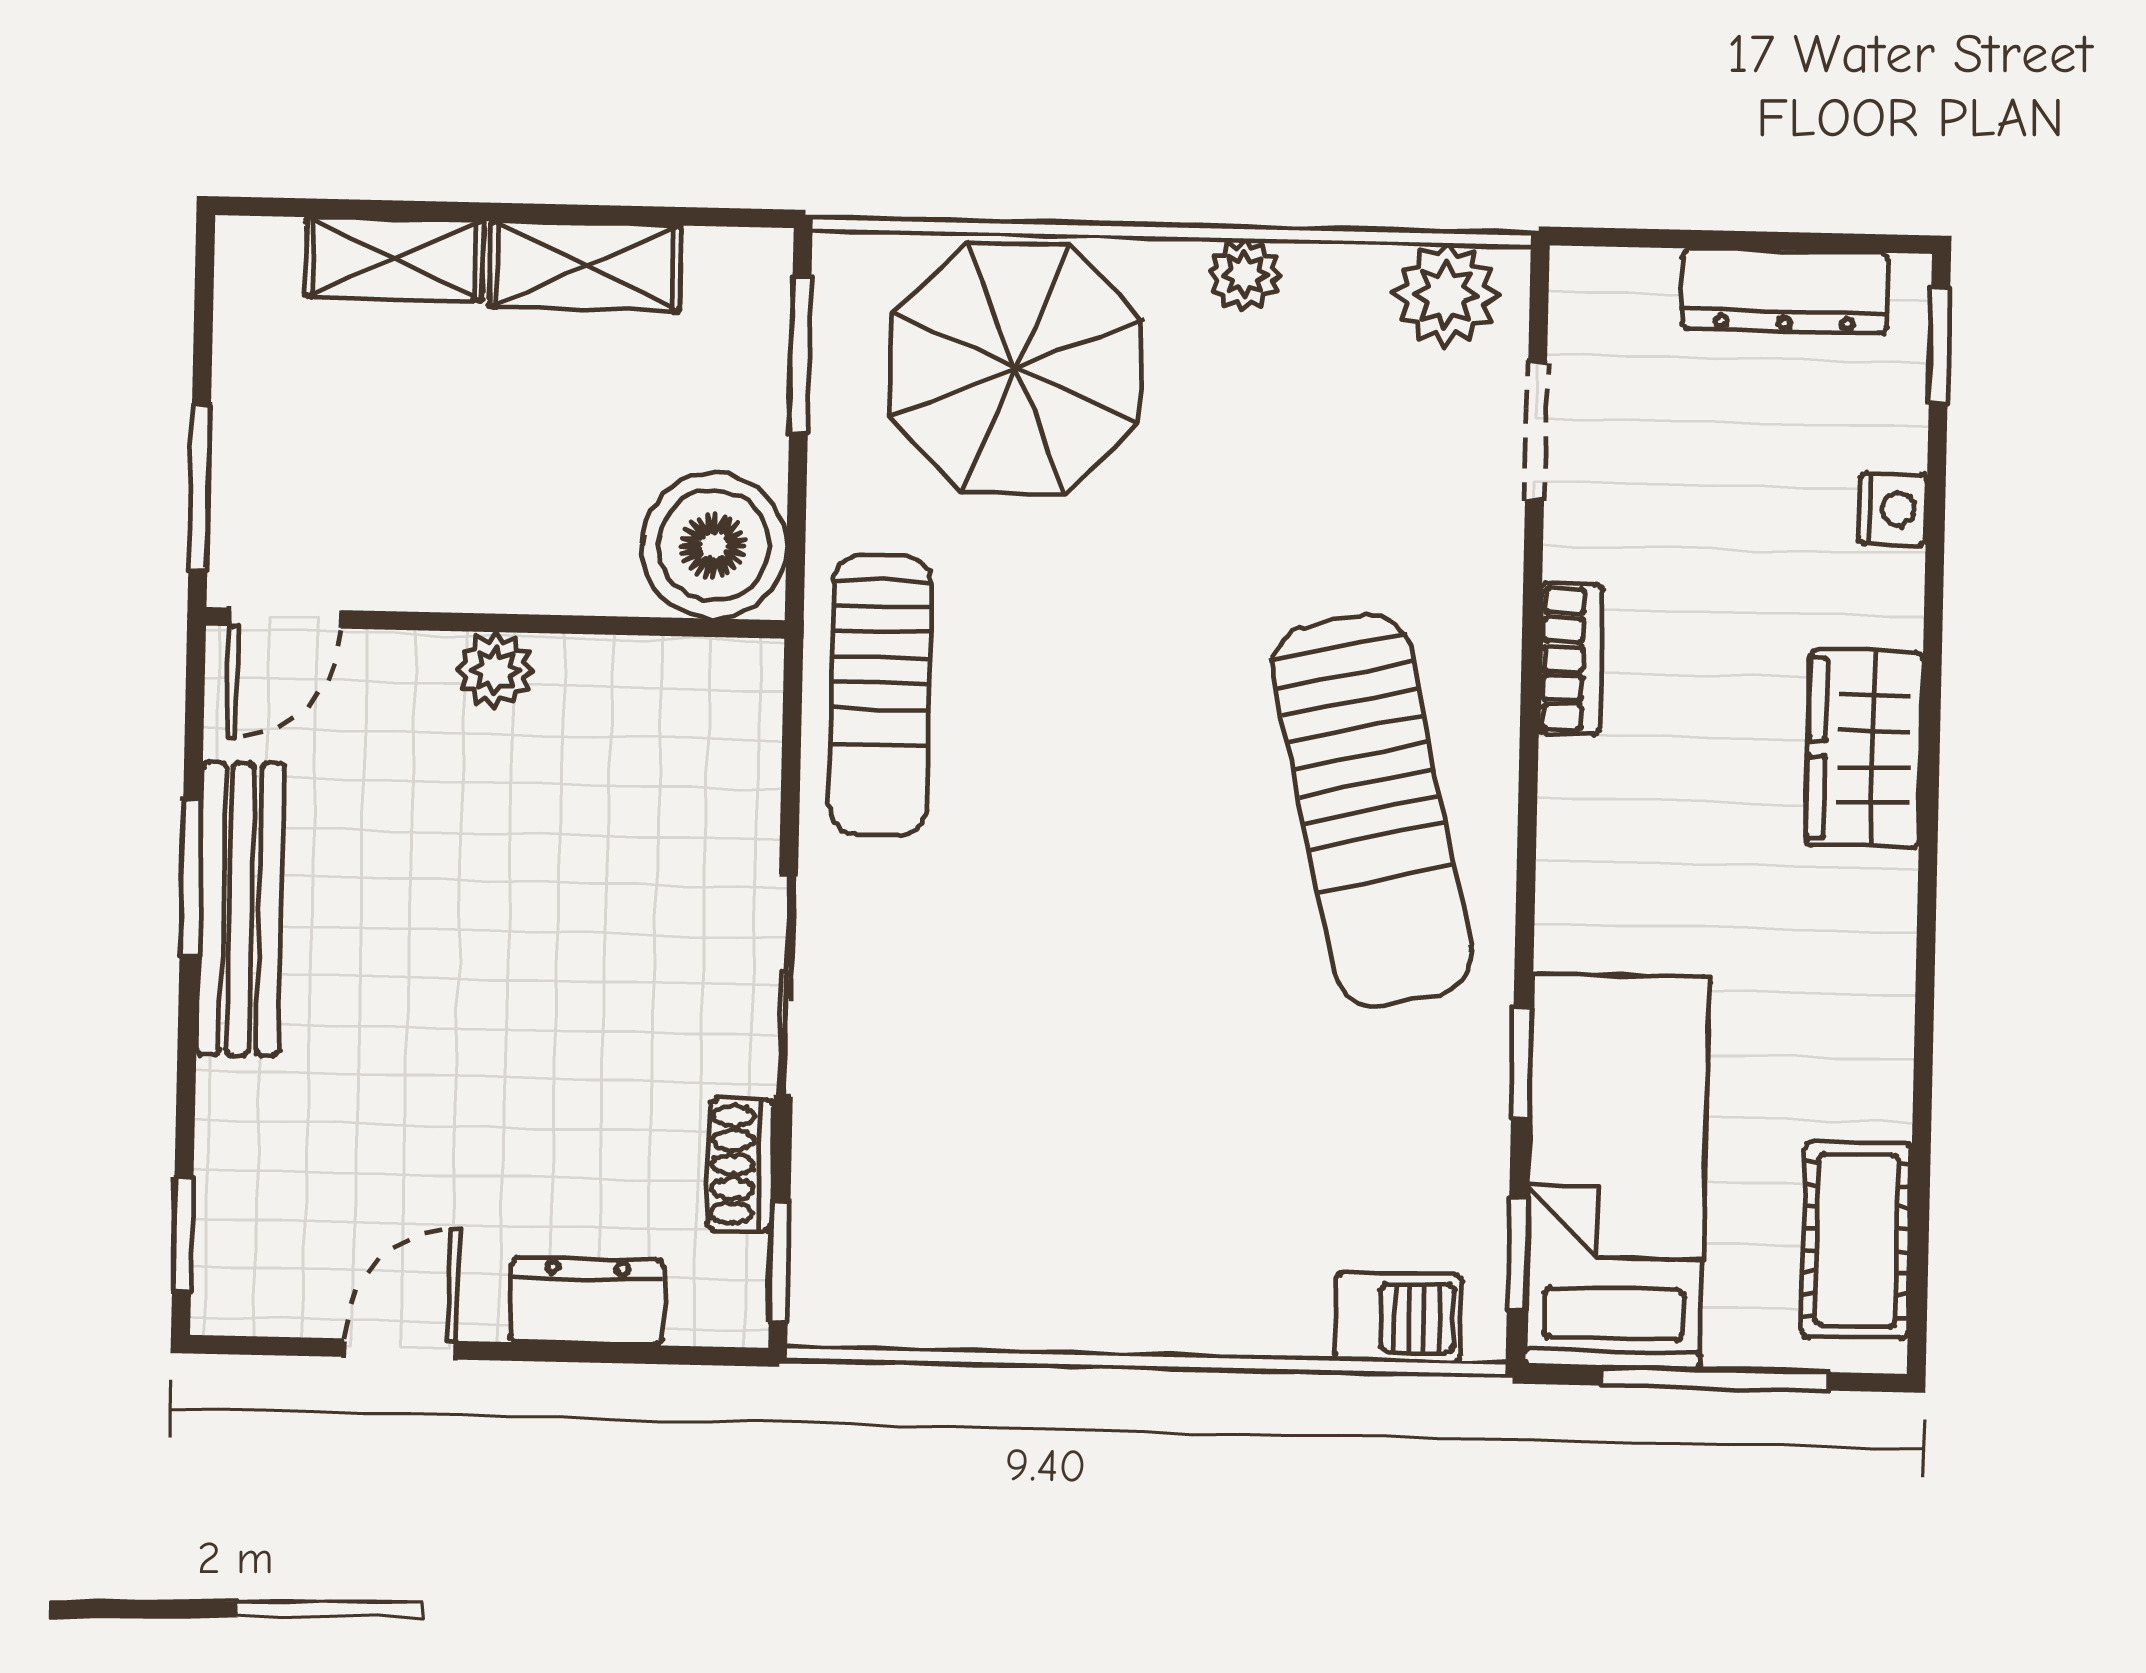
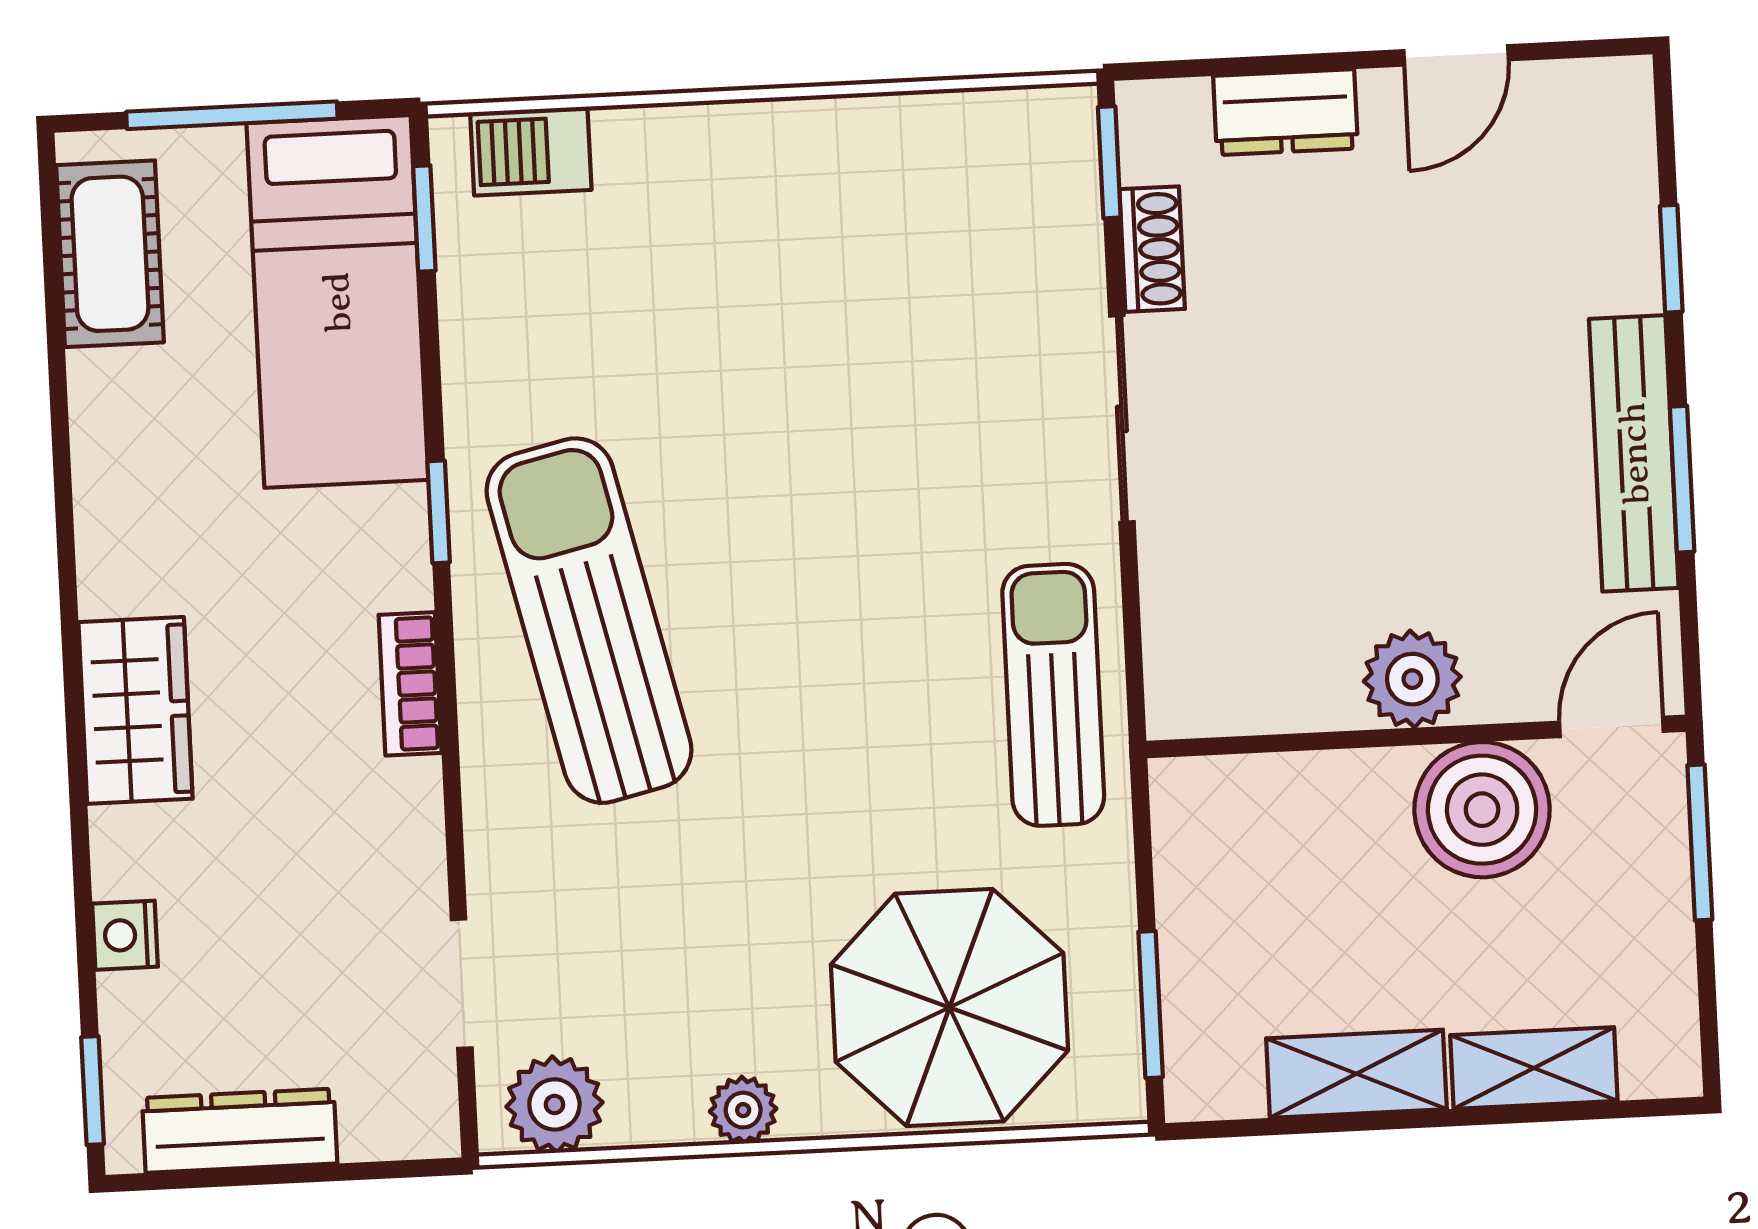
boiler: (714, 546) -> (1482, 810), moved
bookcase: (1570, 659) -> (410, 684), moved
plant: (495, 670) -> (1412, 679), width x1.38, depth x1.38
window: (1522, 1063) -> (439, 512), moved
window: (183, 1234) -> (1671, 259), moved

